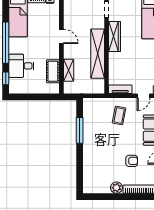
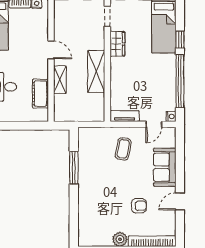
wardrobe: (114, 37) -> (117, 44), width x0.67
shelving: (98, 54) -> (96, 71), width x0.68
shelving: (69, 70) -> (60, 80), moved

